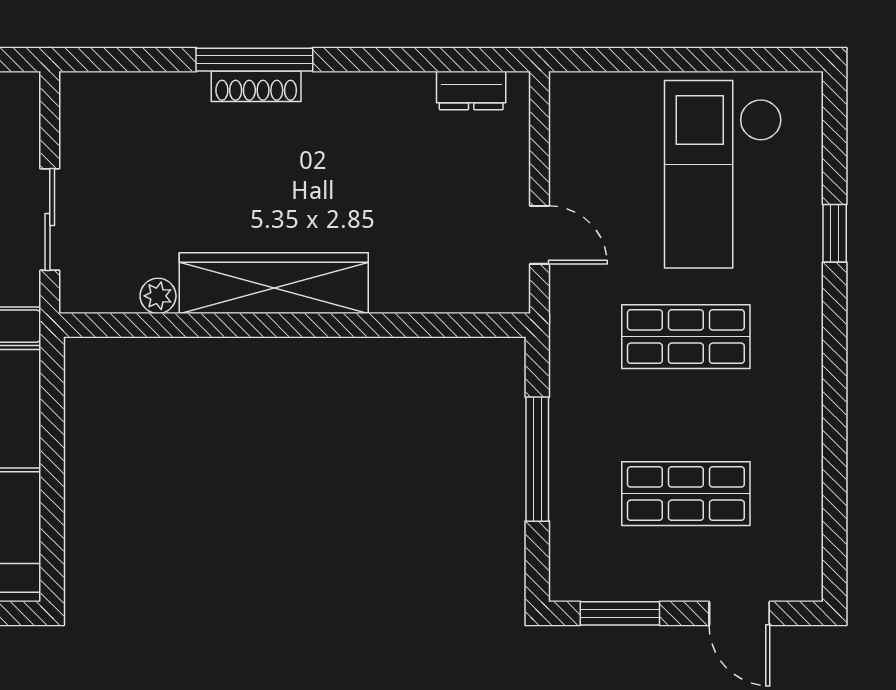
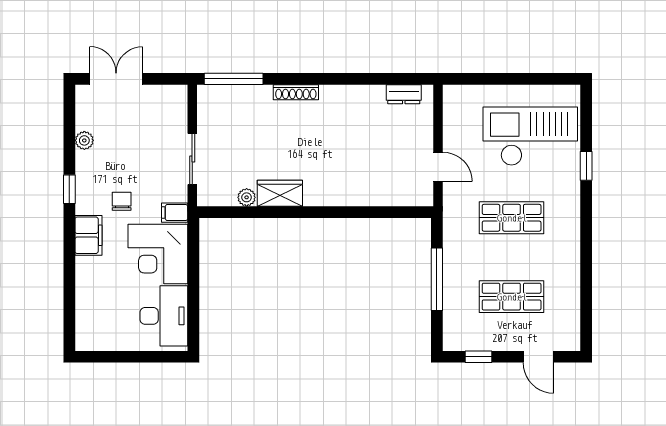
window: (254, 60) -> (234, 79), moved
checkout: (723, 174) -> (530, 136), turned 90
wardrobe: (274, 283) -> (280, 193), width x0.48, depth x0.85
window: (620, 613) -> (478, 357), width x0.67

